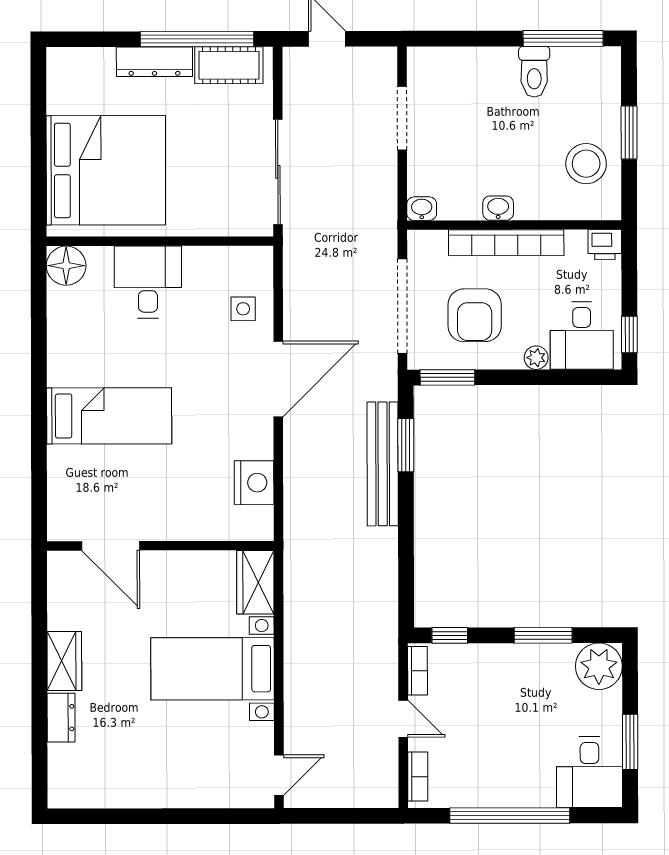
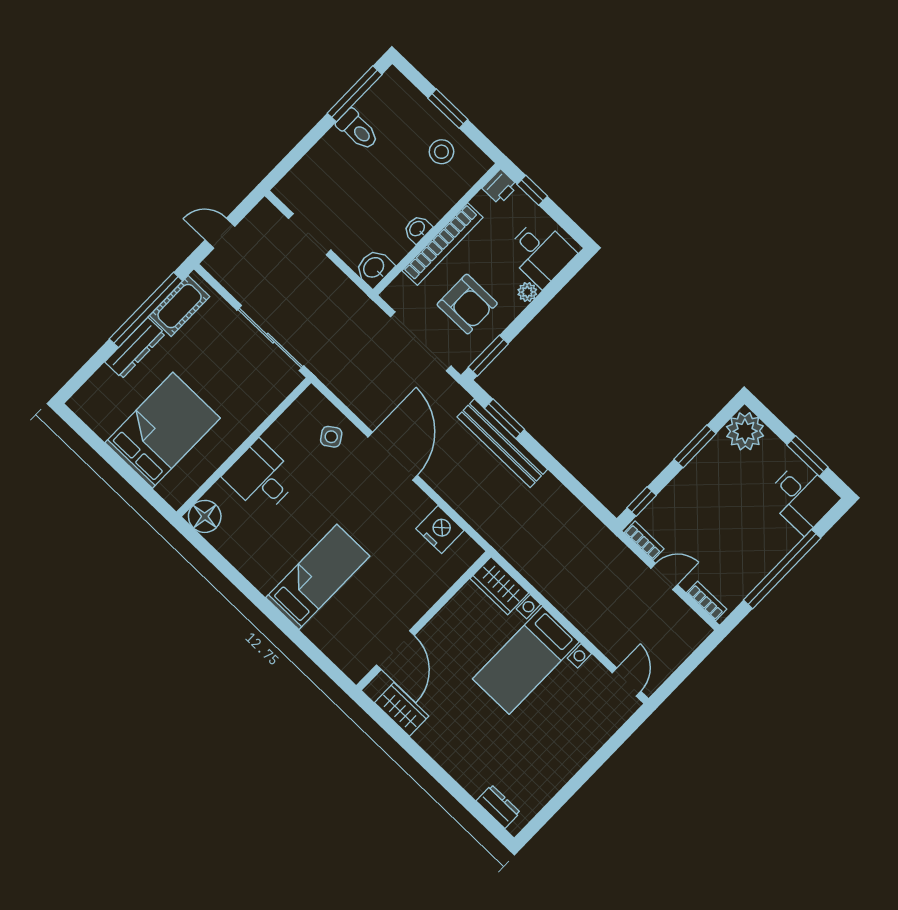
stool: (586, 164) -> (441, 152), width x0.73, depth x0.73
bed: (106, 170) -> (163, 430), width x0.73
washbasin: (422, 209) -> (374, 268), width x1.38, depth x1.45
side table: (243, 309) -> (331, 437), turned -34
window: (629, 334) -> (532, 190), moved
door: (111, 546) -> (395, 650), hinge flipped
wardrobe: (64, 661) -> (402, 709), moved
dresser: (61, 718) -> (498, 807), moved

